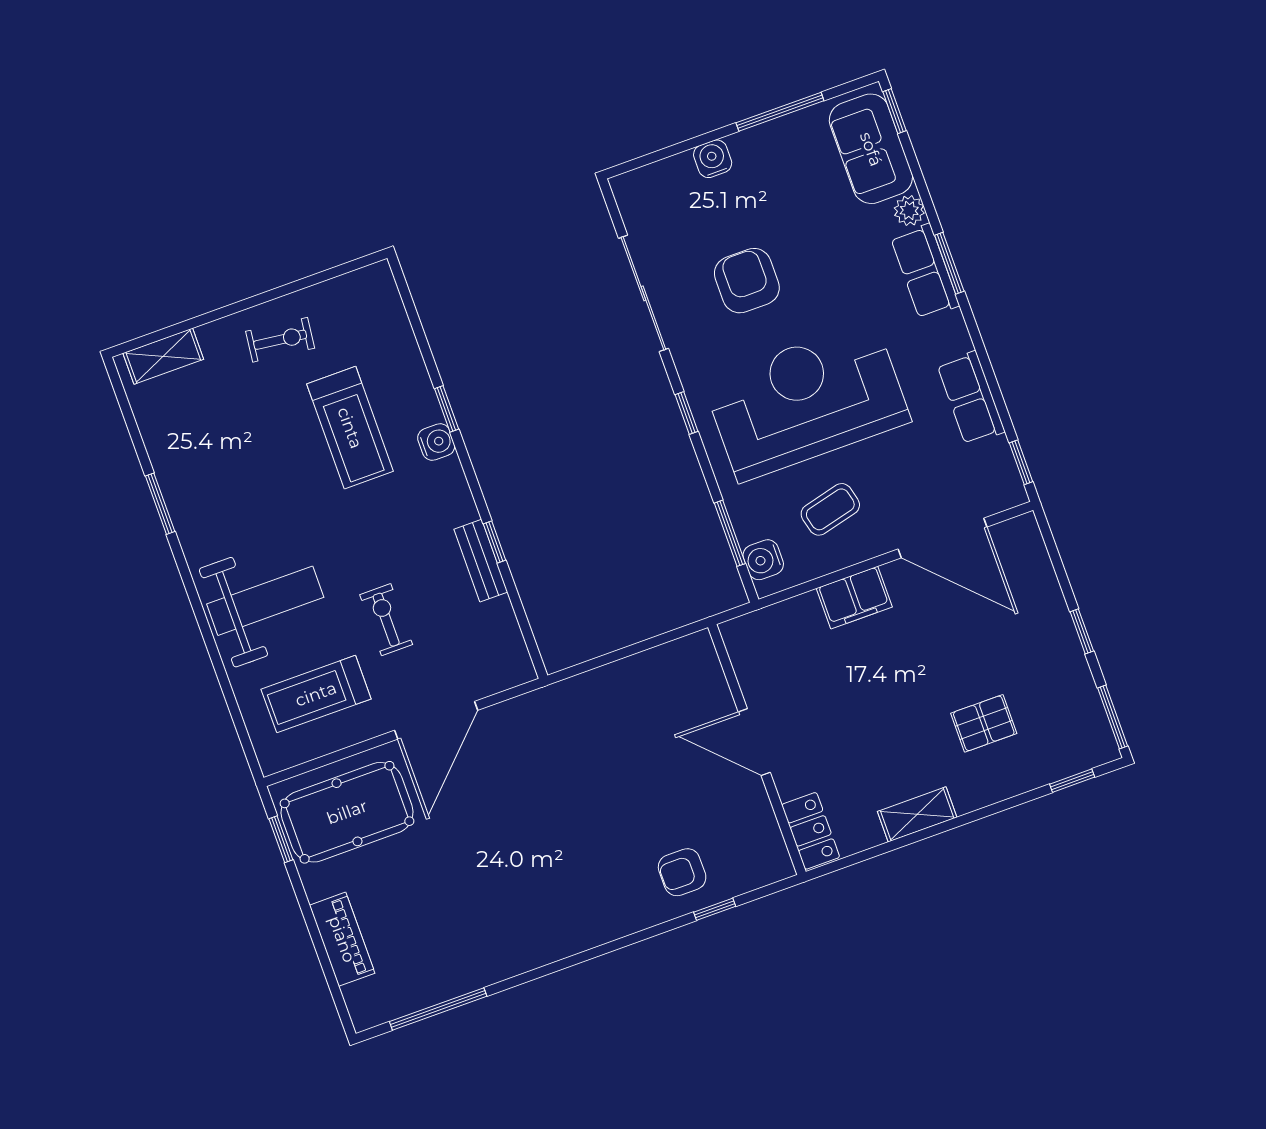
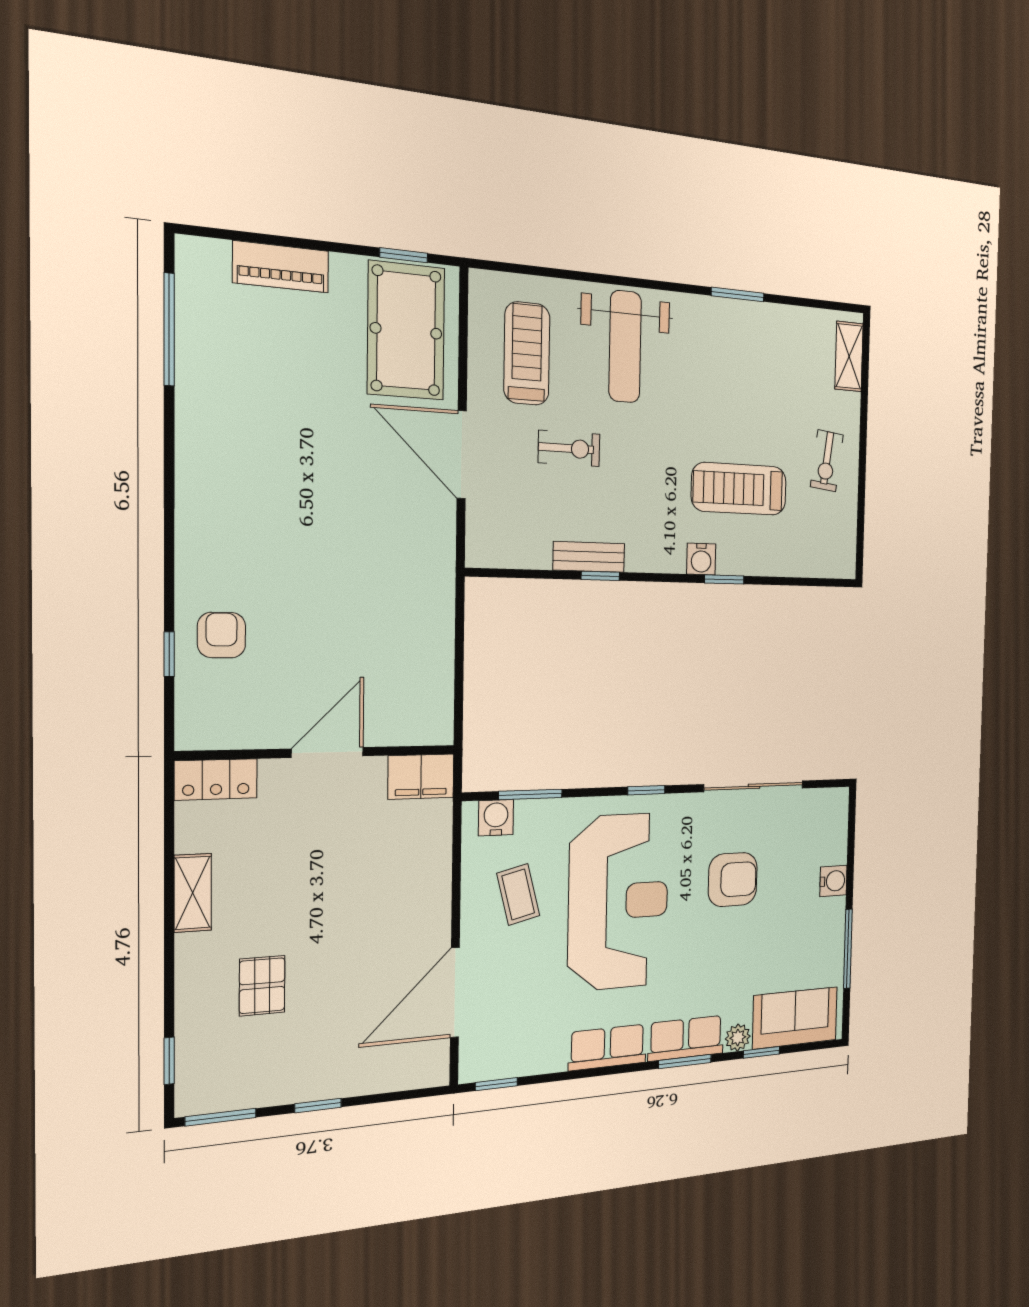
window: (895, 111) -> (762, 1052), moved
row of seats: (971, 398) -> (607, 1047), moved
filing cabinet: (854, 598) -> (421, 777), moved, turned -90

